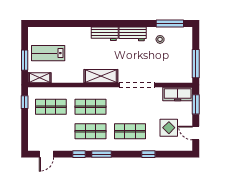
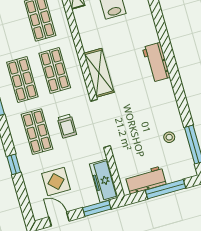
workbench: (133, 34) -> (146, 180), moved, turned 90
window: (196, 64) -> (165, 189), moved
trolley: (132, 109) -> (67, 126), added
door: (196, 133) -> (59, 219), hinge flipped

